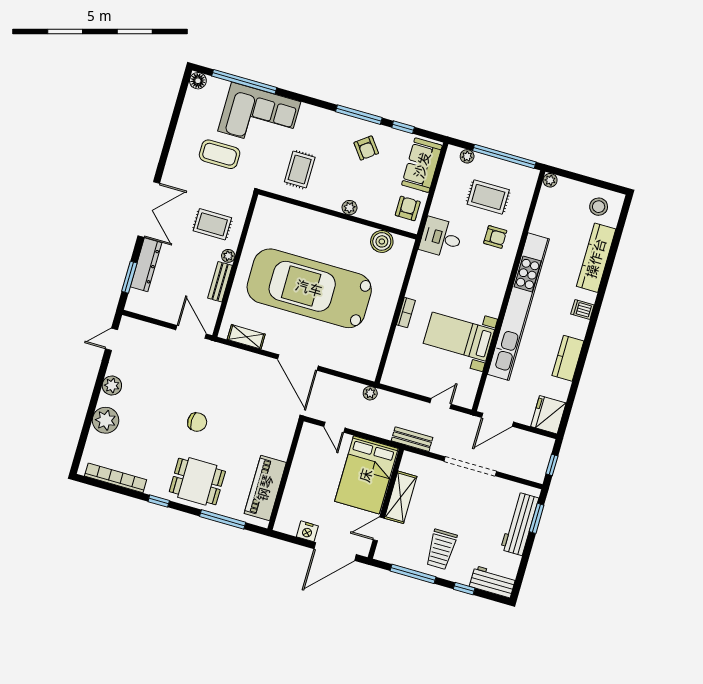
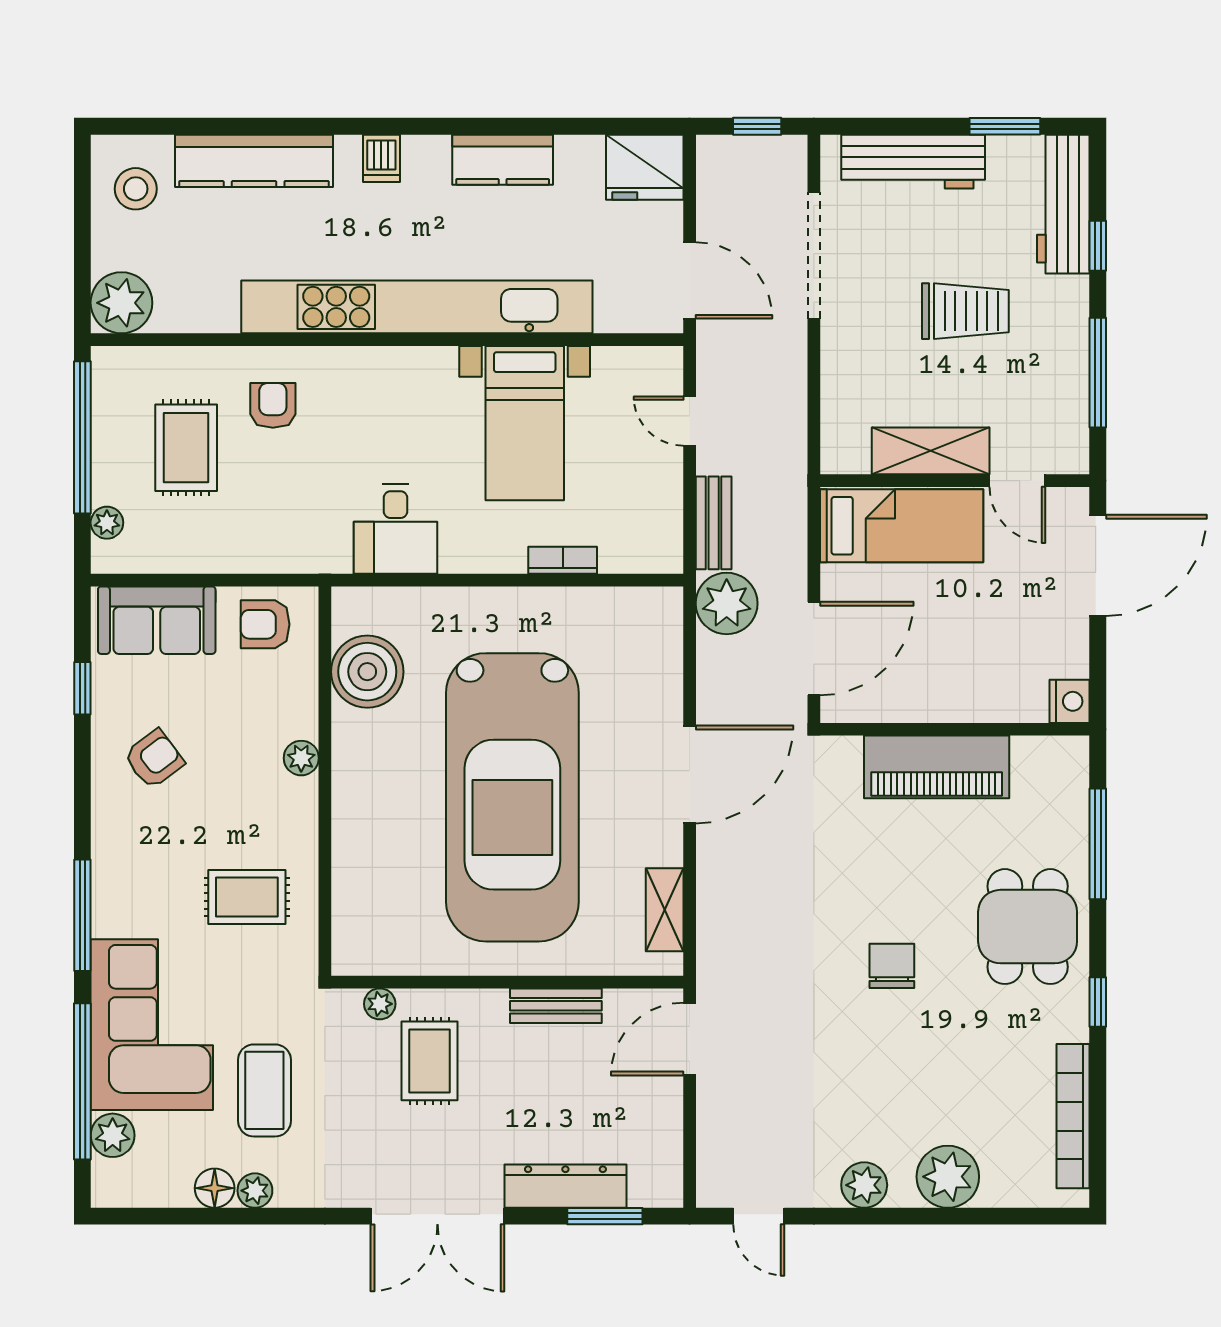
floor lamp: (198, 81) -> (215, 1188), moved
plant: (219, 88) -> (113, 1135), added
window: (359, 115) -> (82, 915), moved
plant: (180, 139) -> (255, 1191), added
plant: (550, 180) -> (121, 303), width x1.88, depth x1.88
double door: (149, 210) -> (437, 1216), swing flipped
desk: (441, 238) -> (395, 529), moved
boiler: (382, 241) -> (367, 672), width x1.37, depth x1.37
plant: (228, 256) -> (380, 1004), moved
bookcase: (406, 313) -> (563, 560), moved
plant: (370, 393) -> (727, 603), width x1.88, depth x1.88
door: (334, 427) -> (814, 649), width x1.88
bench: (412, 439) -> (714, 523), moved
doorway: (470, 466) -> (814, 255), moved
bed: (366, 475) -> (902, 526), width x0.67
piano: (265, 488) -> (937, 767), moved
window: (537, 518) -> (1005, 126), moved
nightstand: (307, 531) -> (1070, 701), moved
trolley: (441, 549) -> (965, 311), moved
door: (335, 552) -> (1098, 565), hinge flipped
workbench: (493, 582) -> (1063, 204), width x1.37

